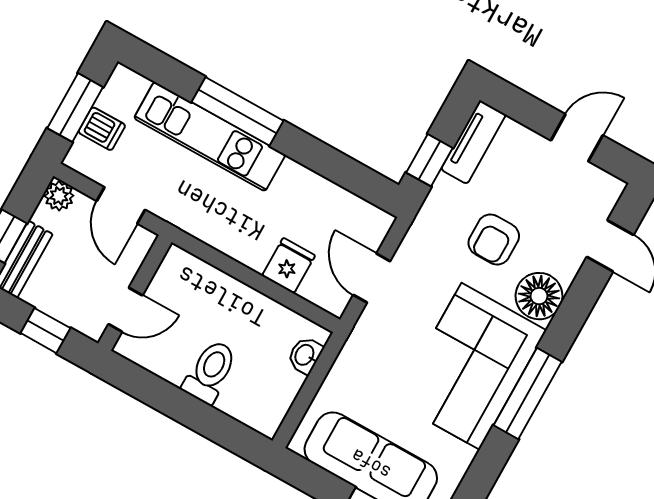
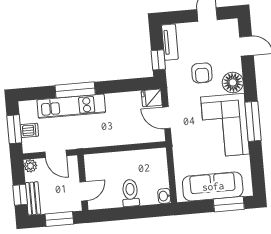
fridge: (289, 266) -> (152, 98), moved, turned -90
window: (45, 331) -> (59, 219), width x1.50
washbasin: (305, 355) -> (164, 196), moved

